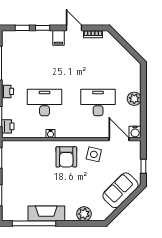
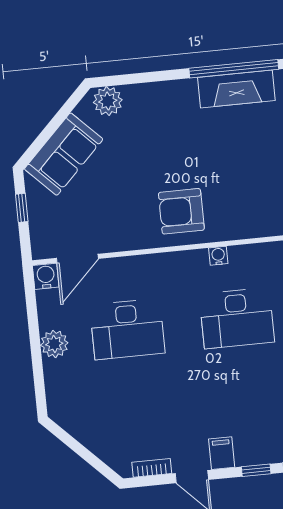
door: (119, 139) -> (77, 258), hinge flipped
side table: (94, 154) -> (125, 222), removed
armchair: (66, 157) -> (181, 211), turned -90
fireplace: (46, 213) -> (236, 89), moved
plant: (84, 214) -> (108, 101), moved

